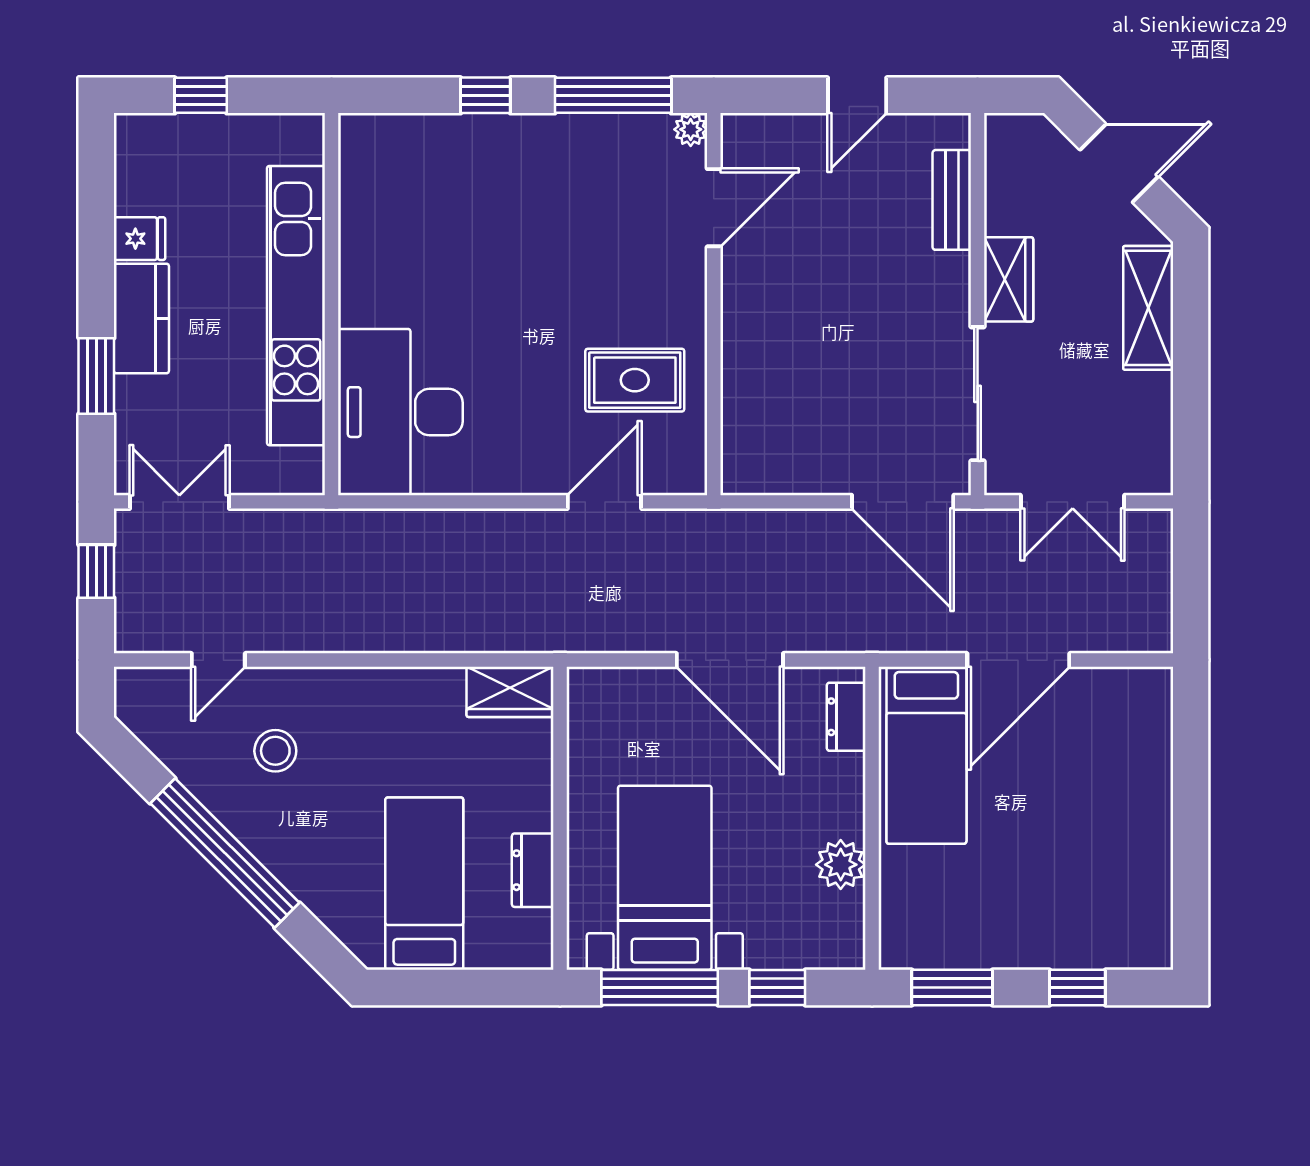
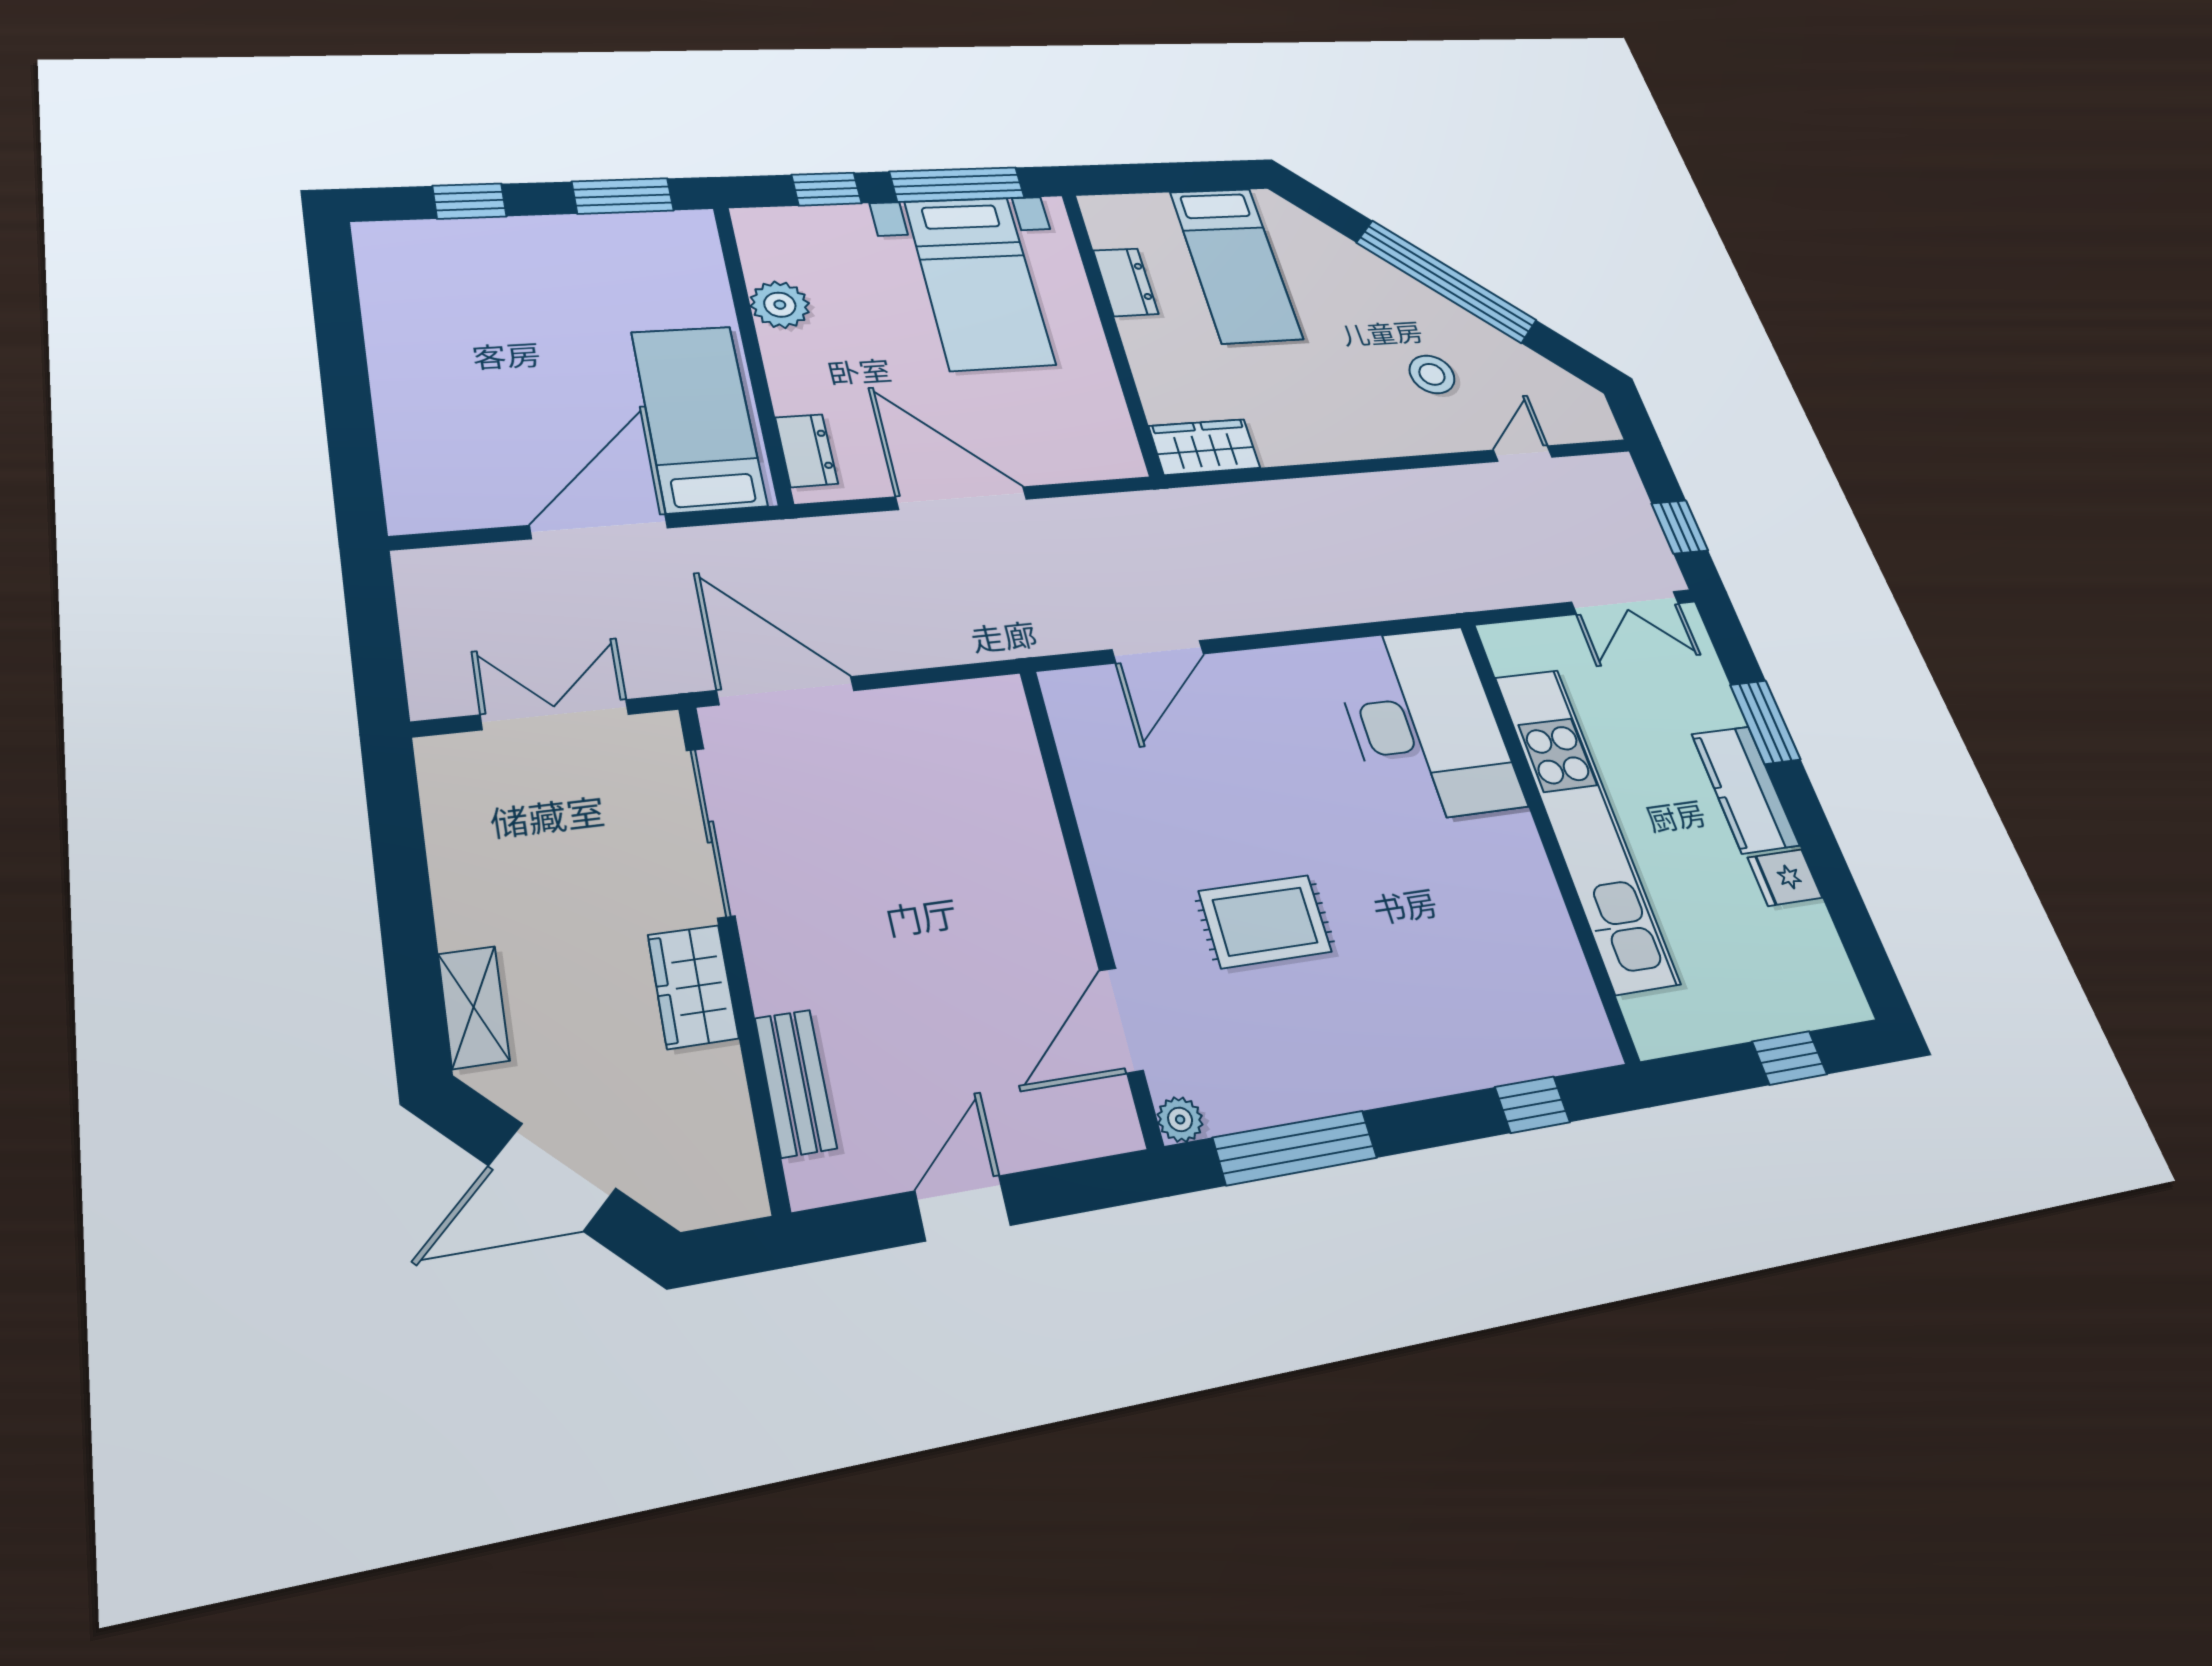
window: (485, 95) -> (1532, 1105), moved
shelving: (1148, 308) -> (474, 1007), width x0.67, depth x0.75
rug: (635, 380) -> (1265, 921), moved

